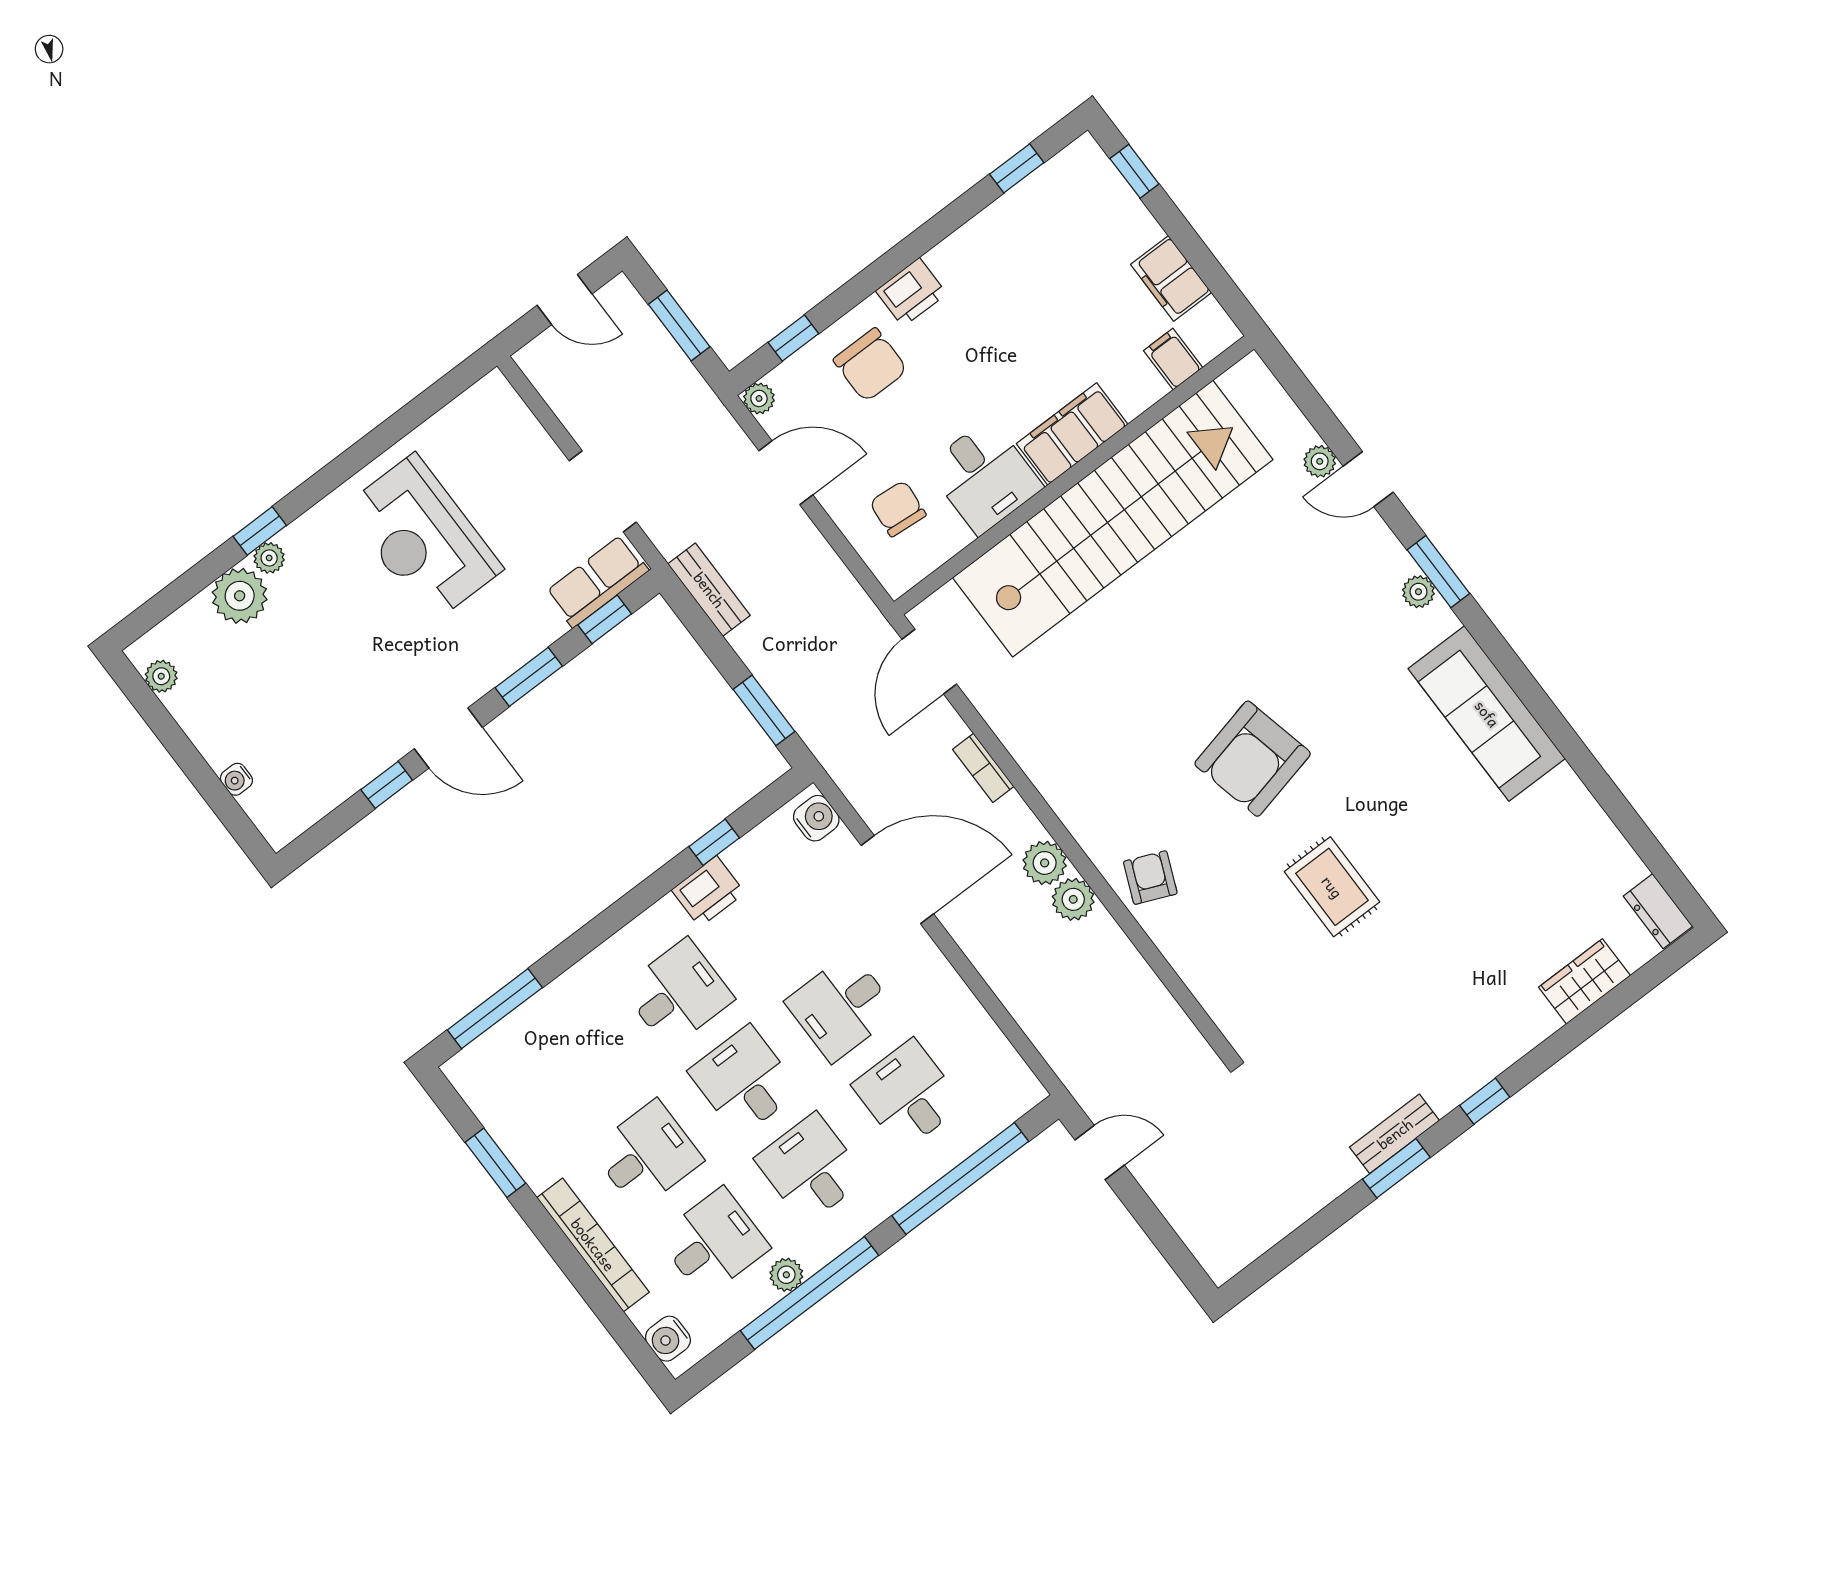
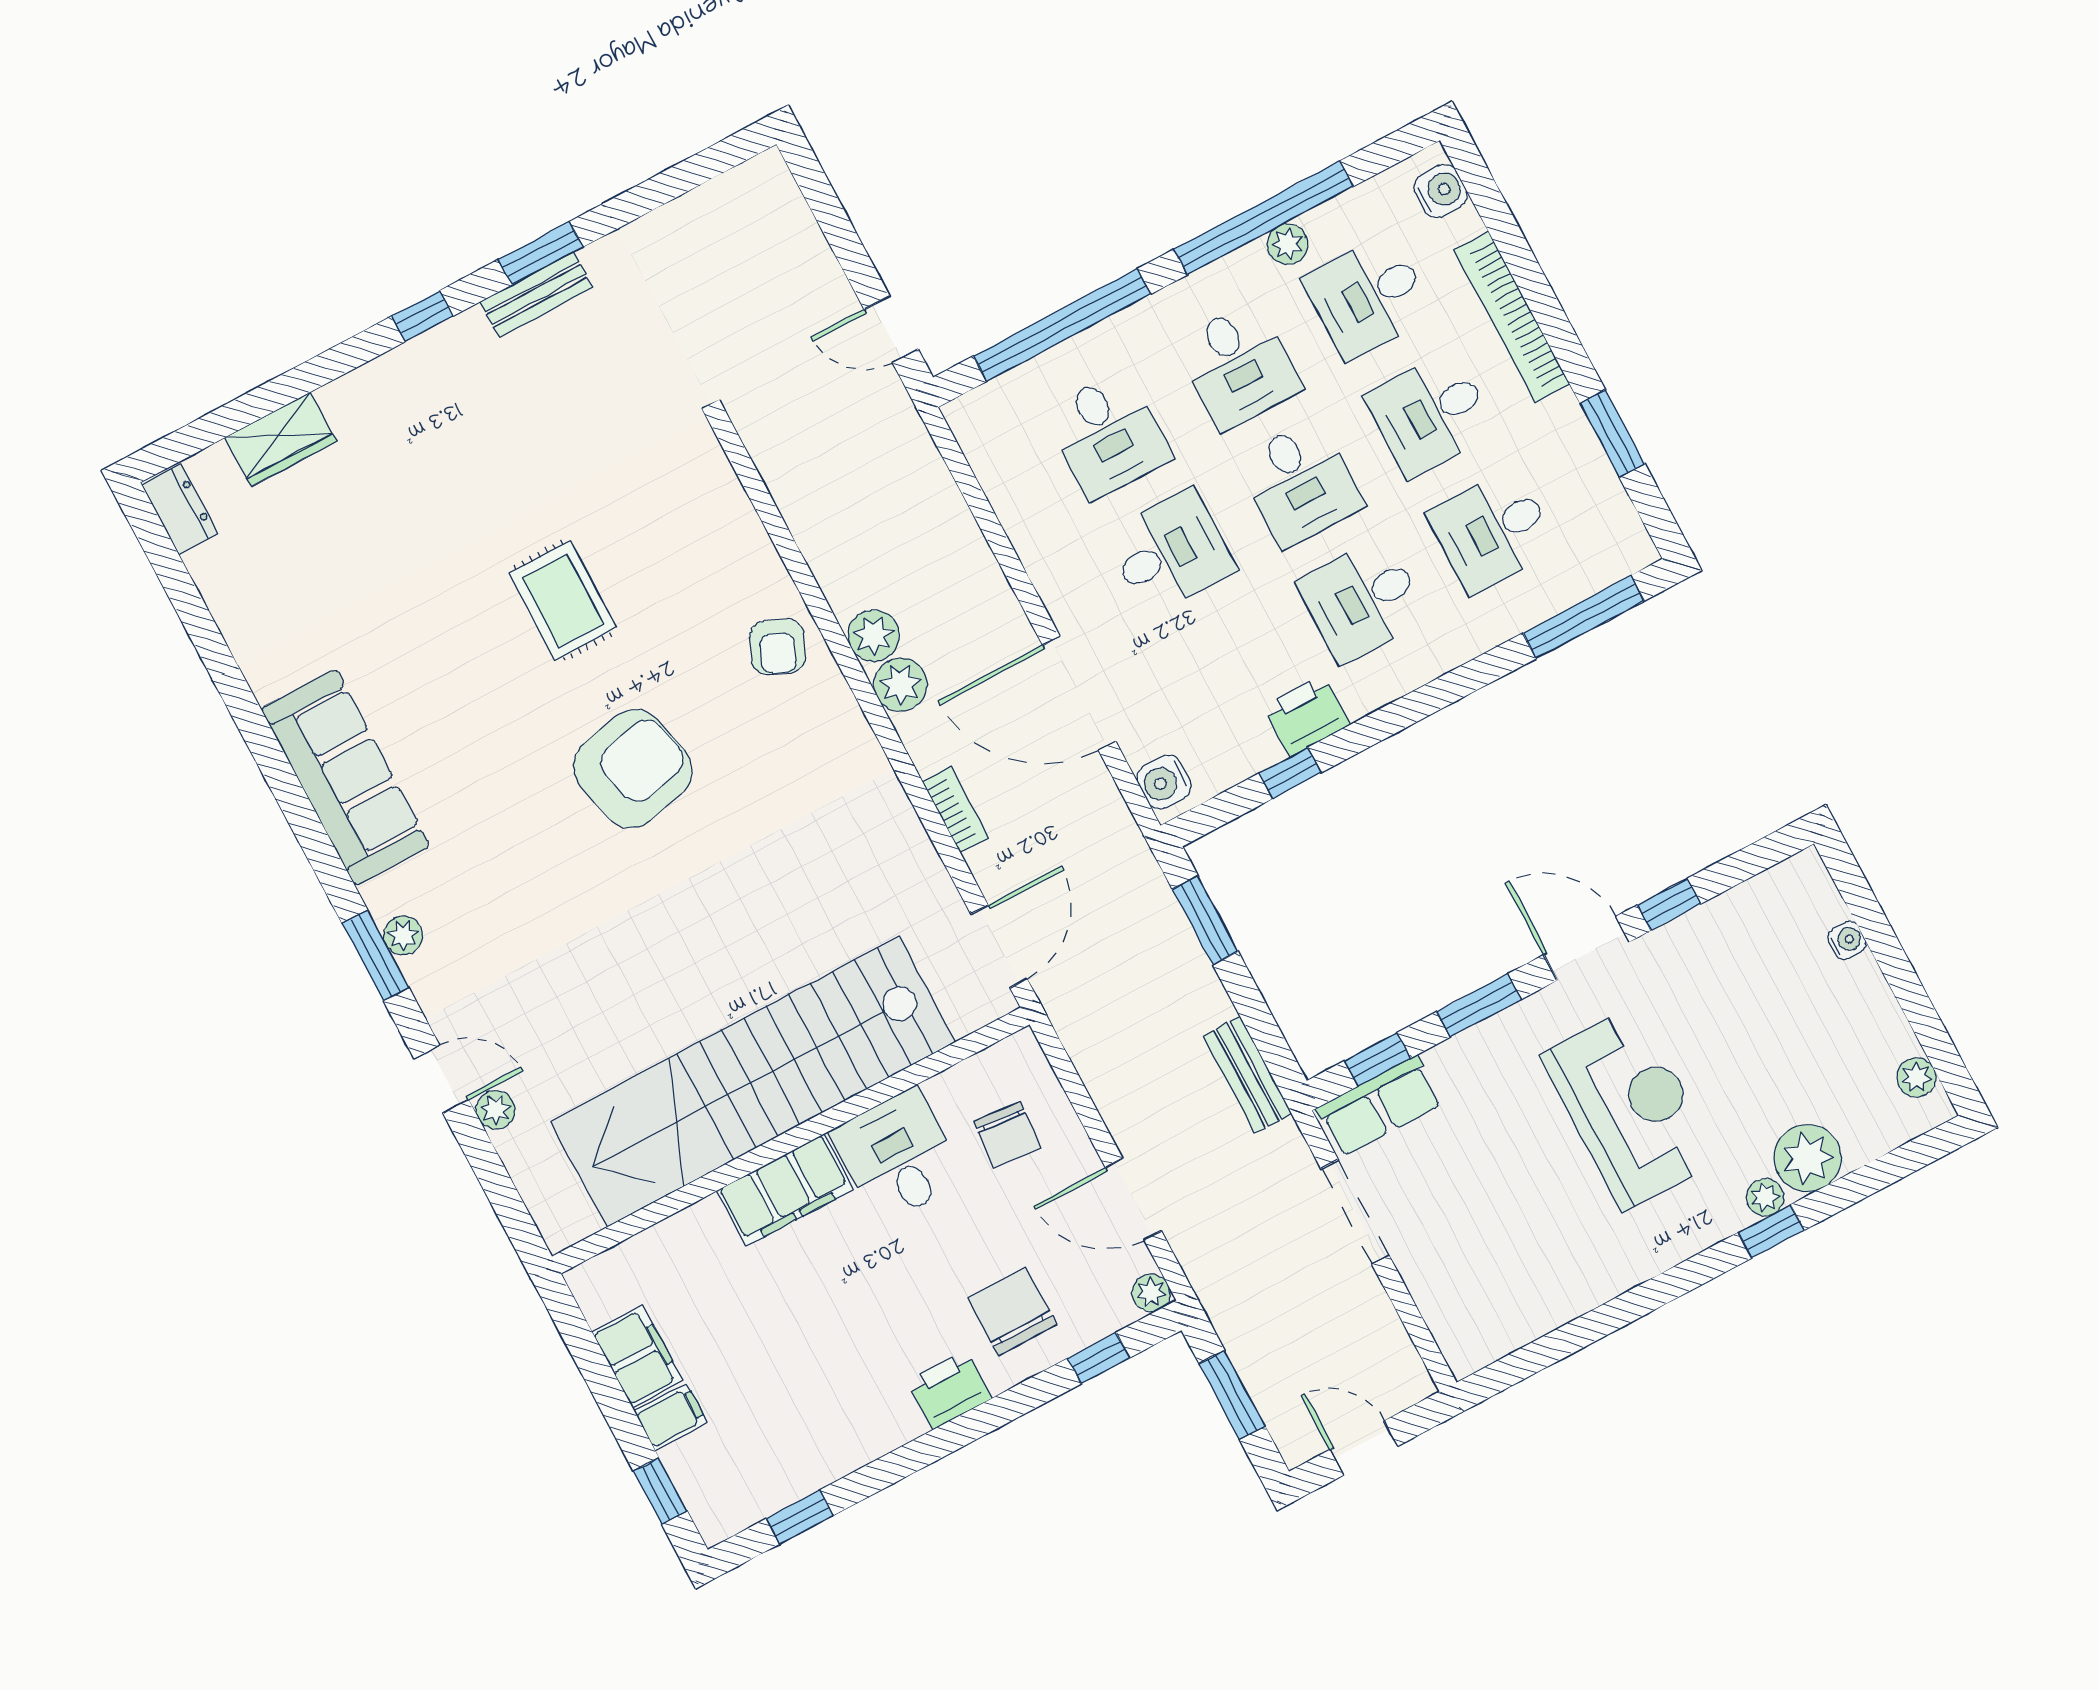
filing cabinet: (1173, 359) -> (671, 1417), moved, turned -90
reception desk: (423, 538) -> (1630, 1108), moved
desk: (581, 1067) -> (1493, 531), added

